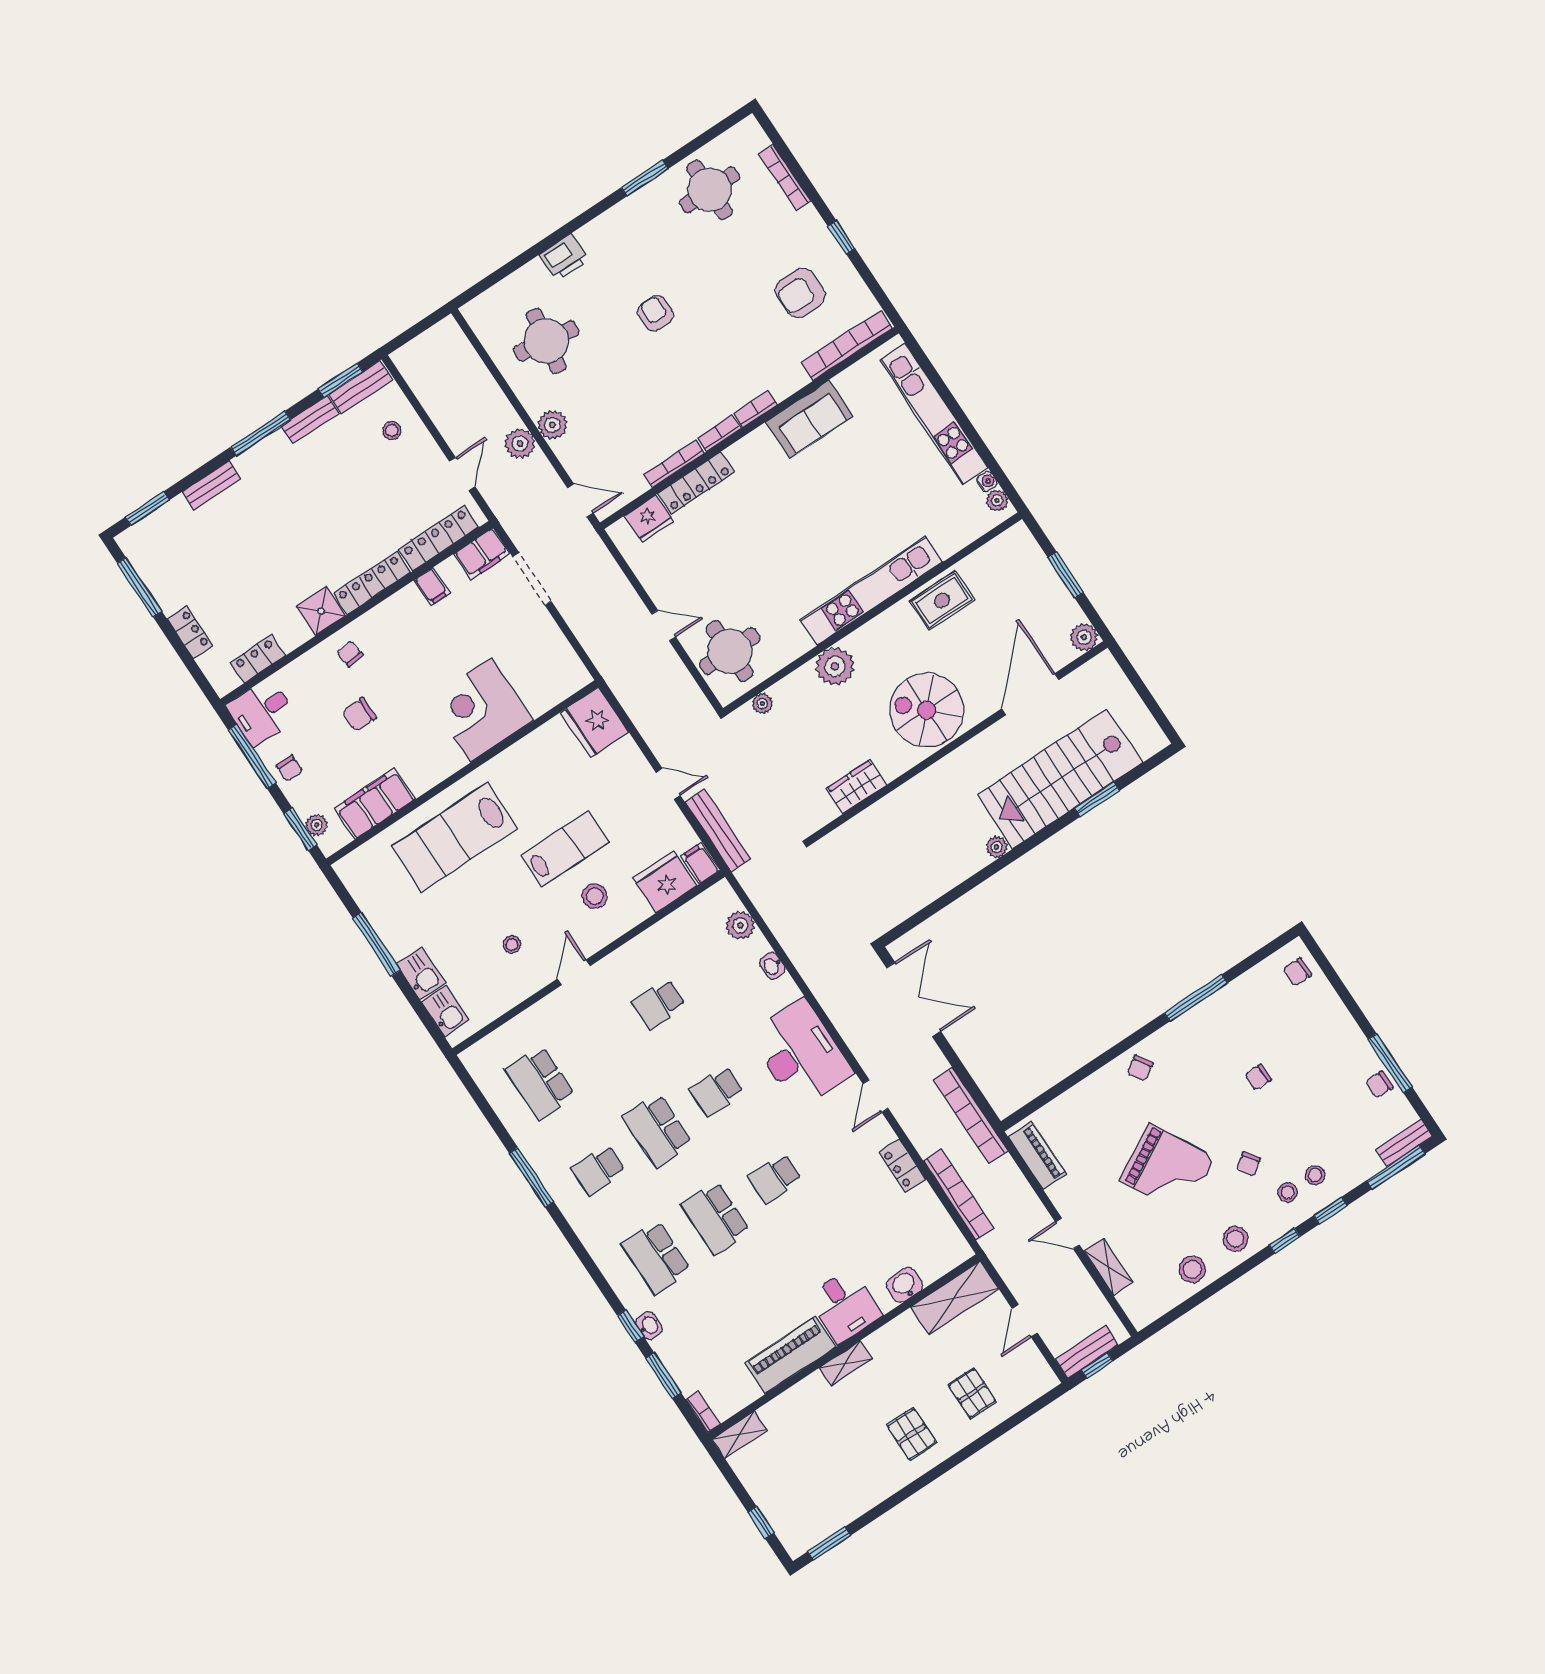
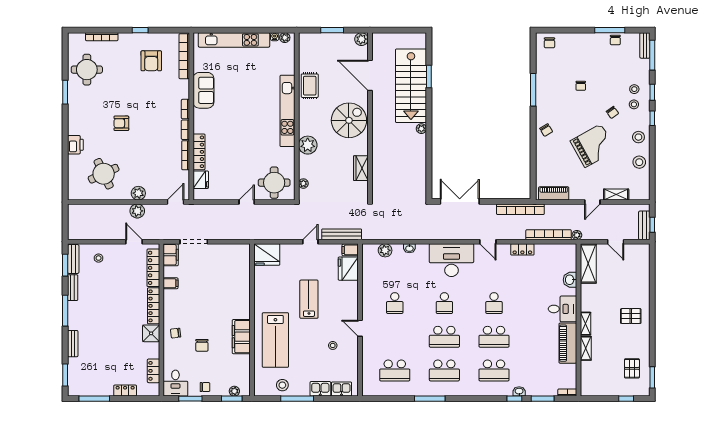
round table: (546, 341) -> (104, 174), turned -34
corner desk: (481, 710) -> (232, 296), removed
spiral stairs: (927, 710) -> (349, 120), turned 180
window: (252, 756) -> (190, 399), width x0.69
filing cabinet: (375, 804) -> (241, 337), moved
stool: (595, 896) -> (282, 385), moved
school desk: (598, 1170) -> (444, 370), width x1.85
plant: (991, 1245) -> (577, 235), added
pallet: (972, 1393) -> (632, 368), moved, turned 90
shelving: (740, 1435) -> (586, 348), moved

